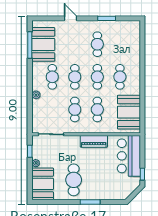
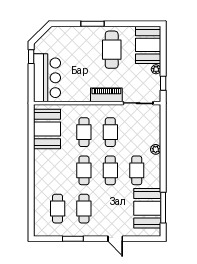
cafe table: (120, 77) -> (58, 209), moved
piano: (94, 141) -> (106, 95), moved

